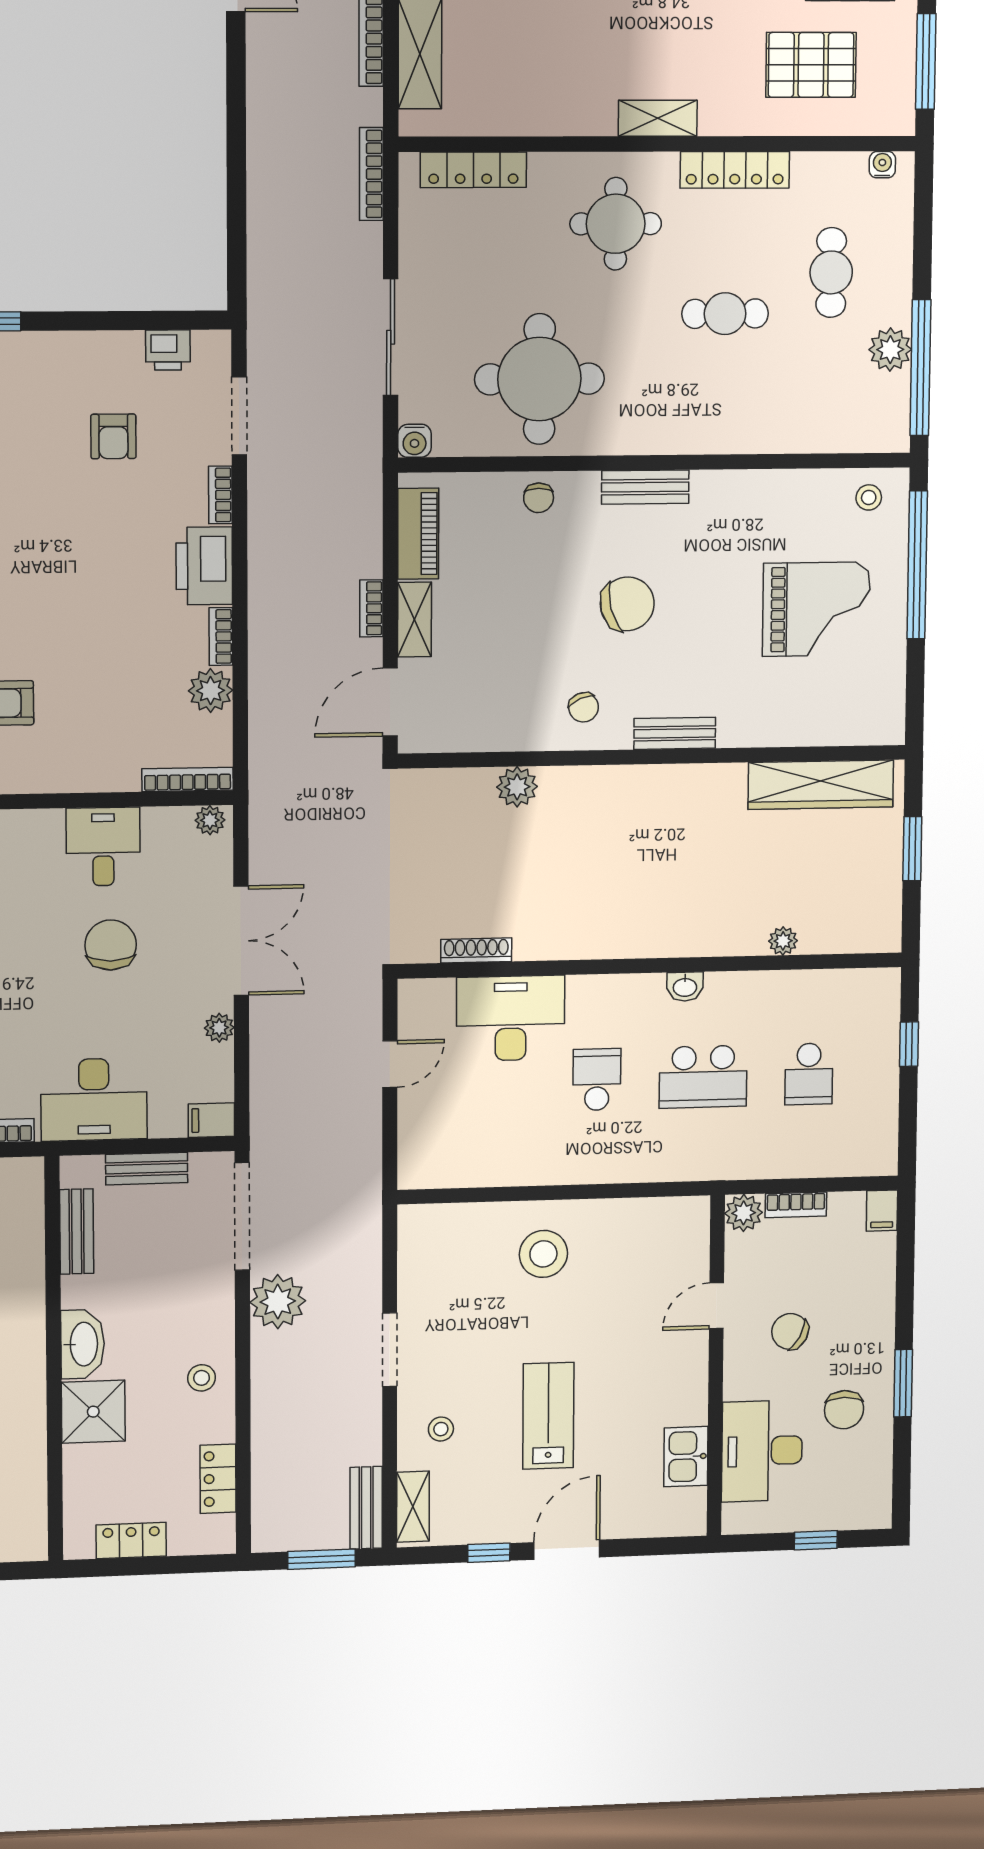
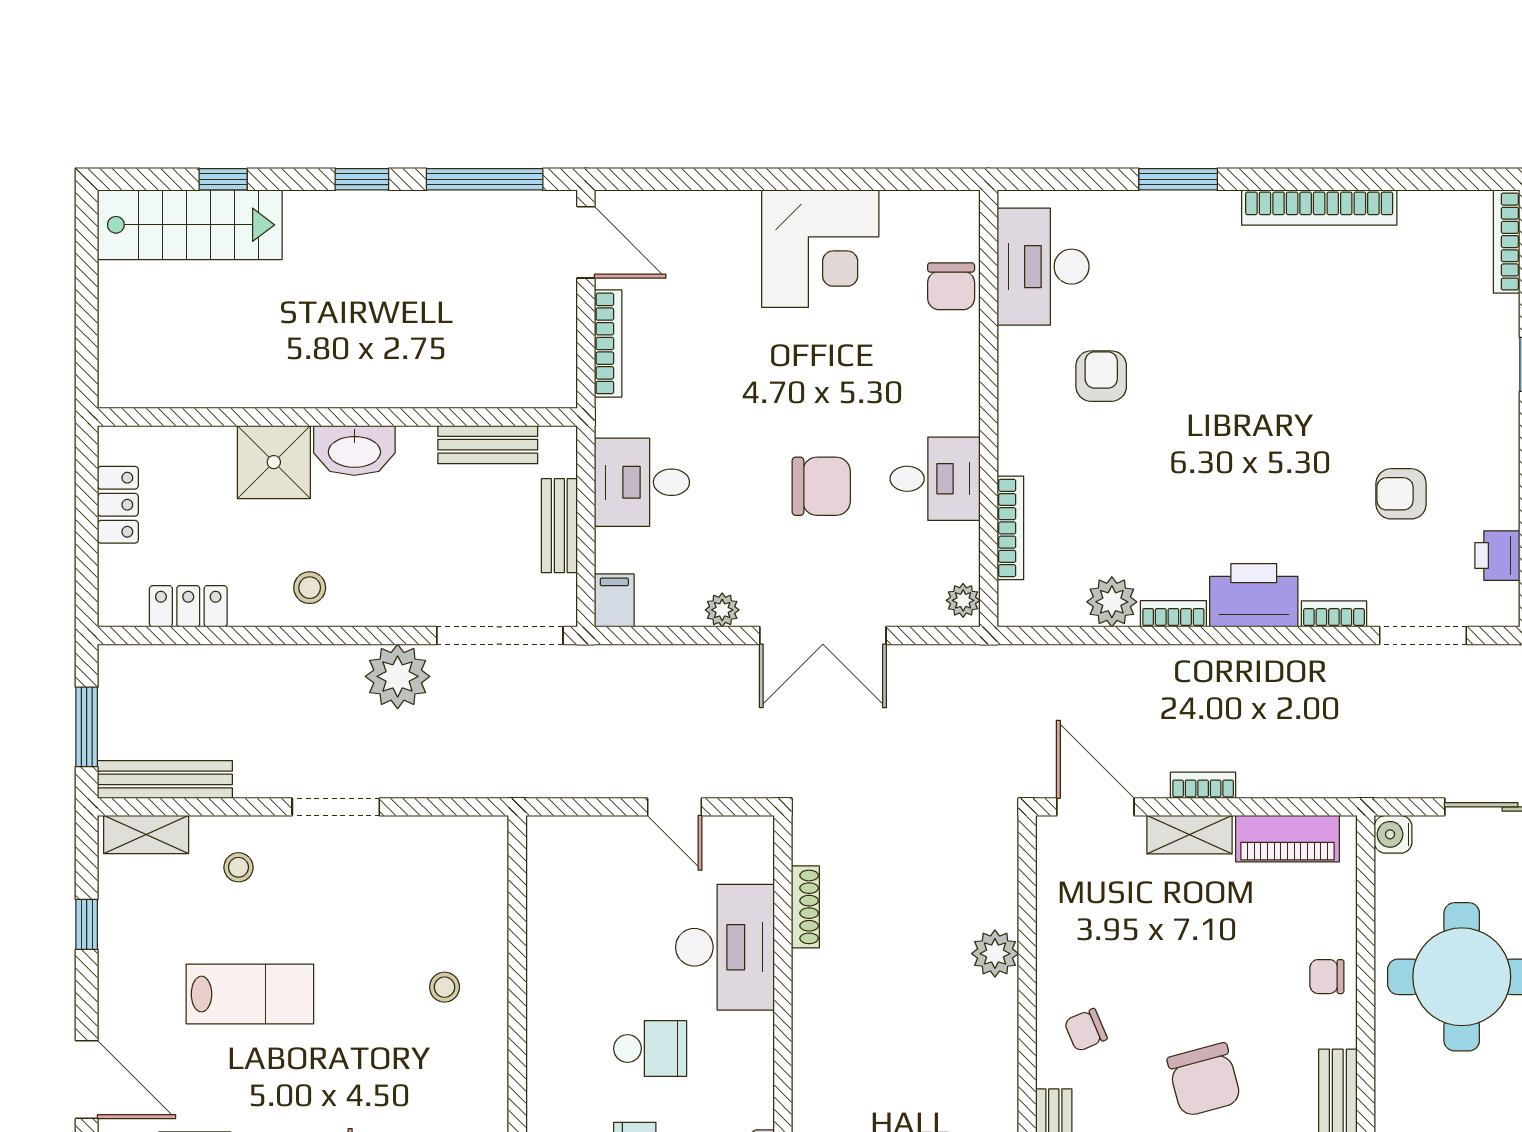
bookcase: (188, 779) -> (1010, 528), moved
desk: (94, 1100) -> (642, 482), width x0.73
stool: (543, 1254) -> (445, 987), width x0.53, depth x0.53
bench: (366, 1508) -> (165, 779), width x1.36
door: (567, 1550) -> (87, 1079), moved

